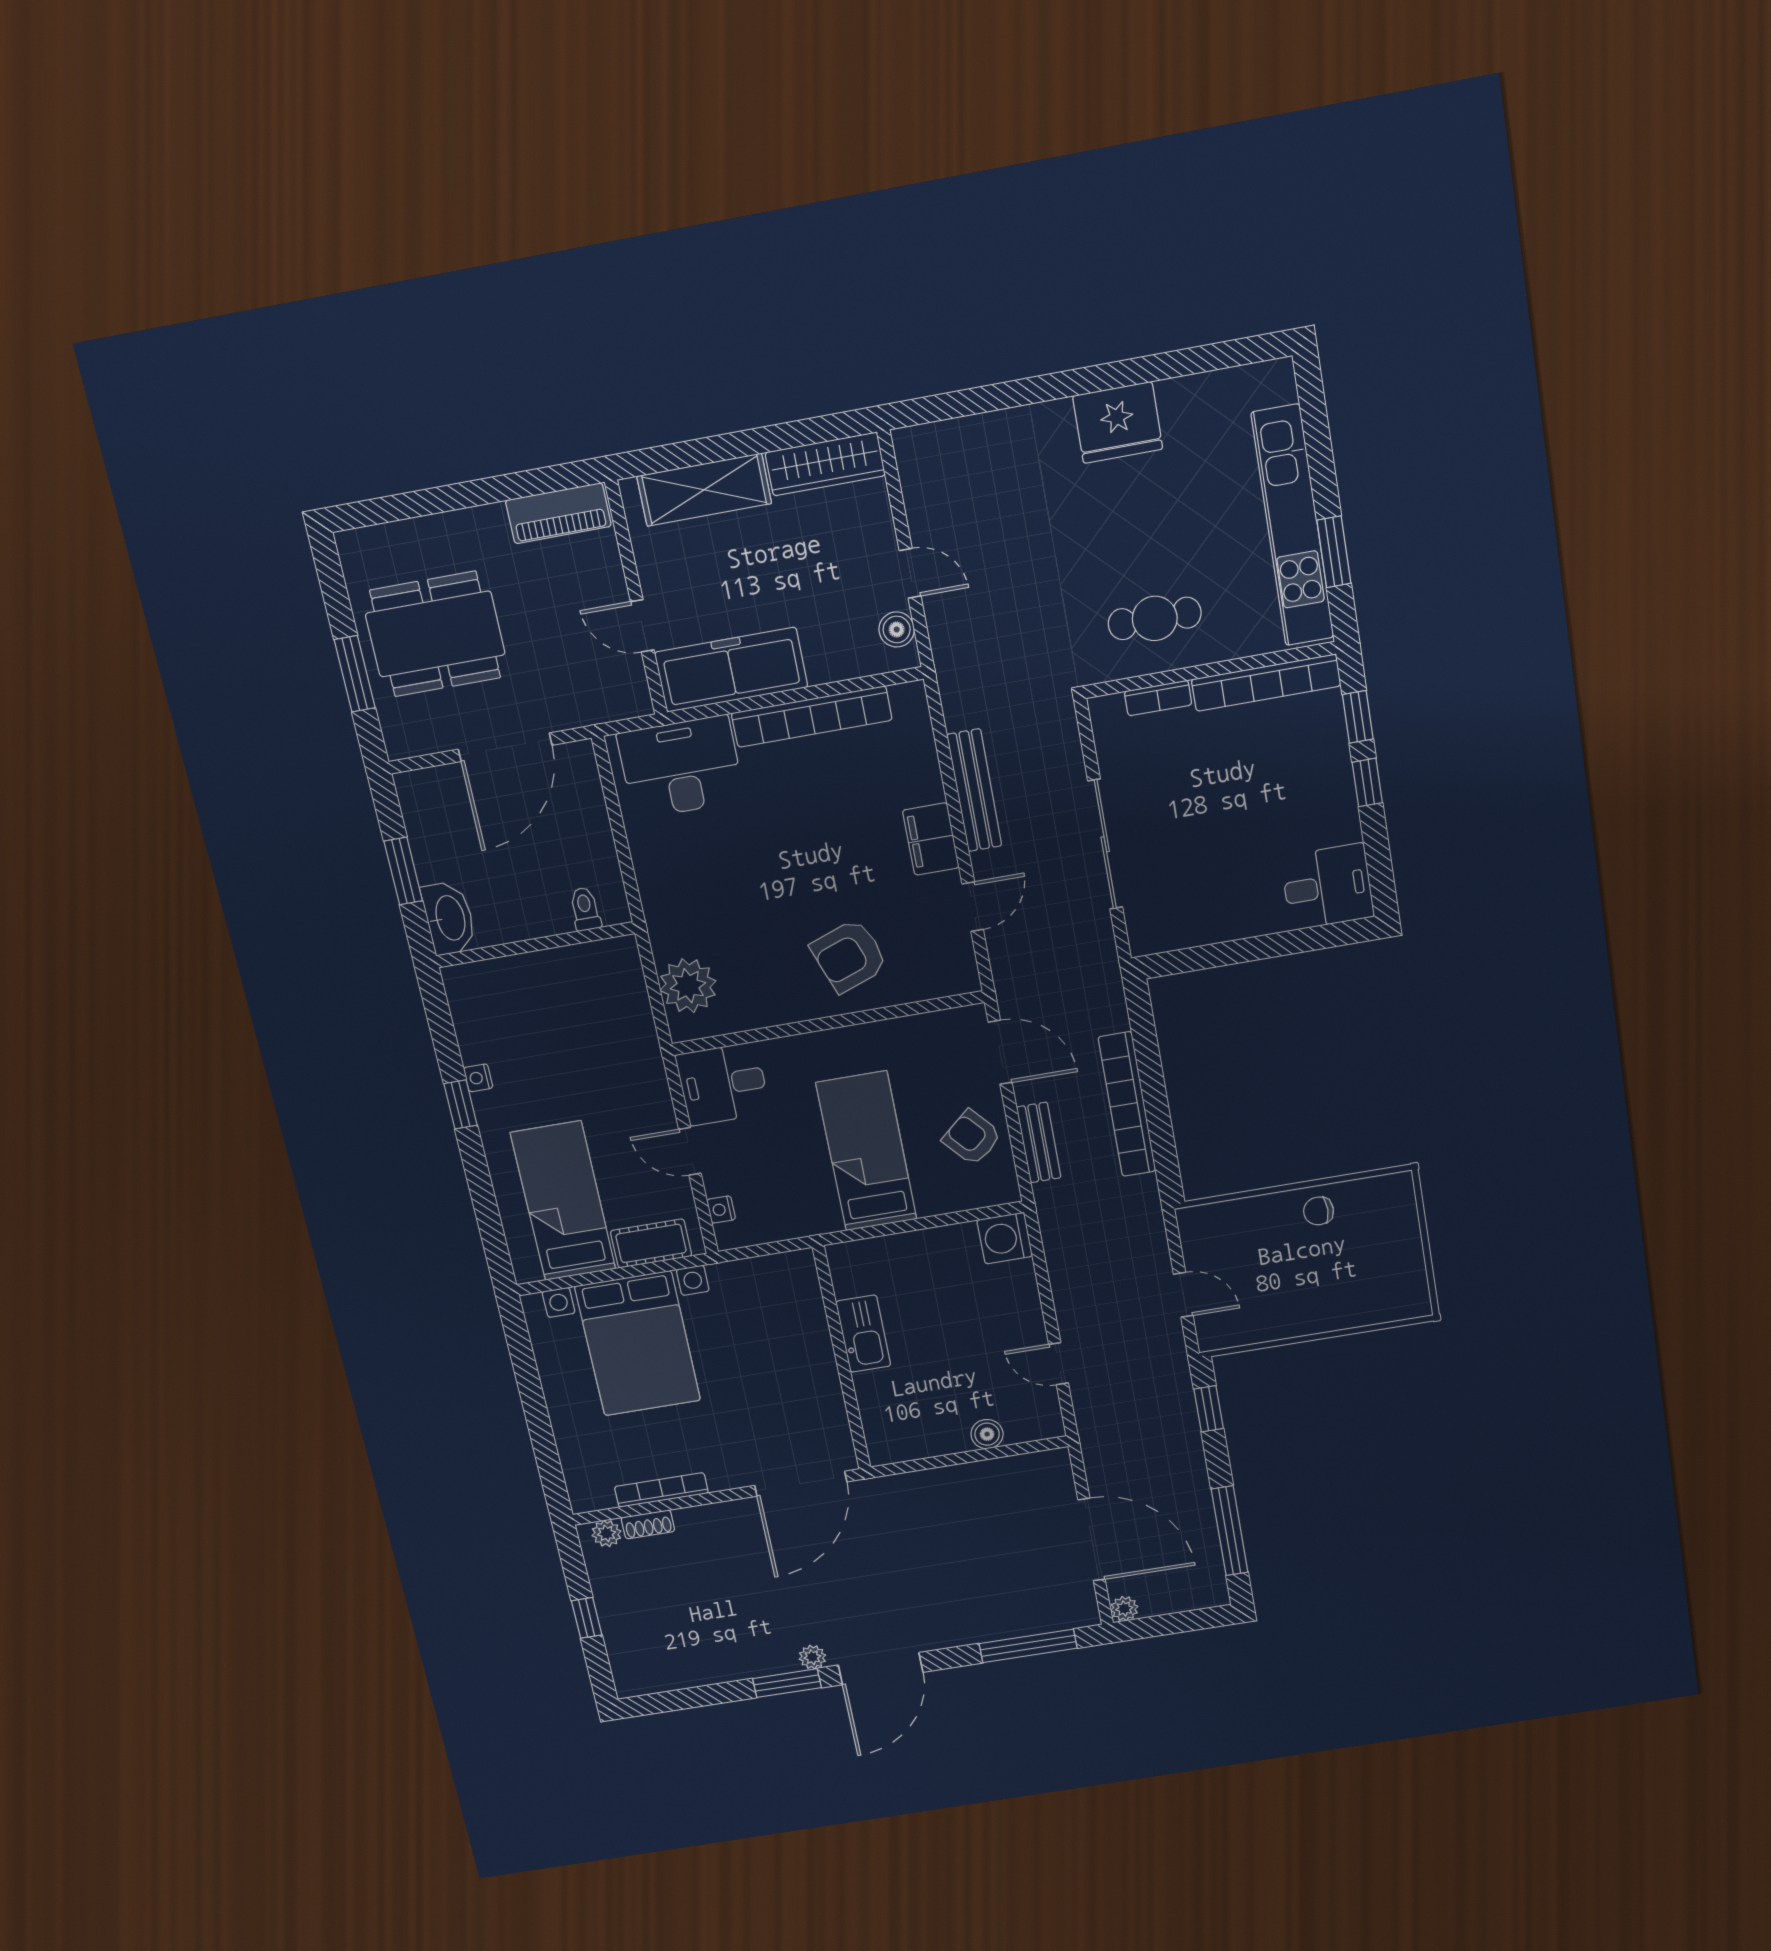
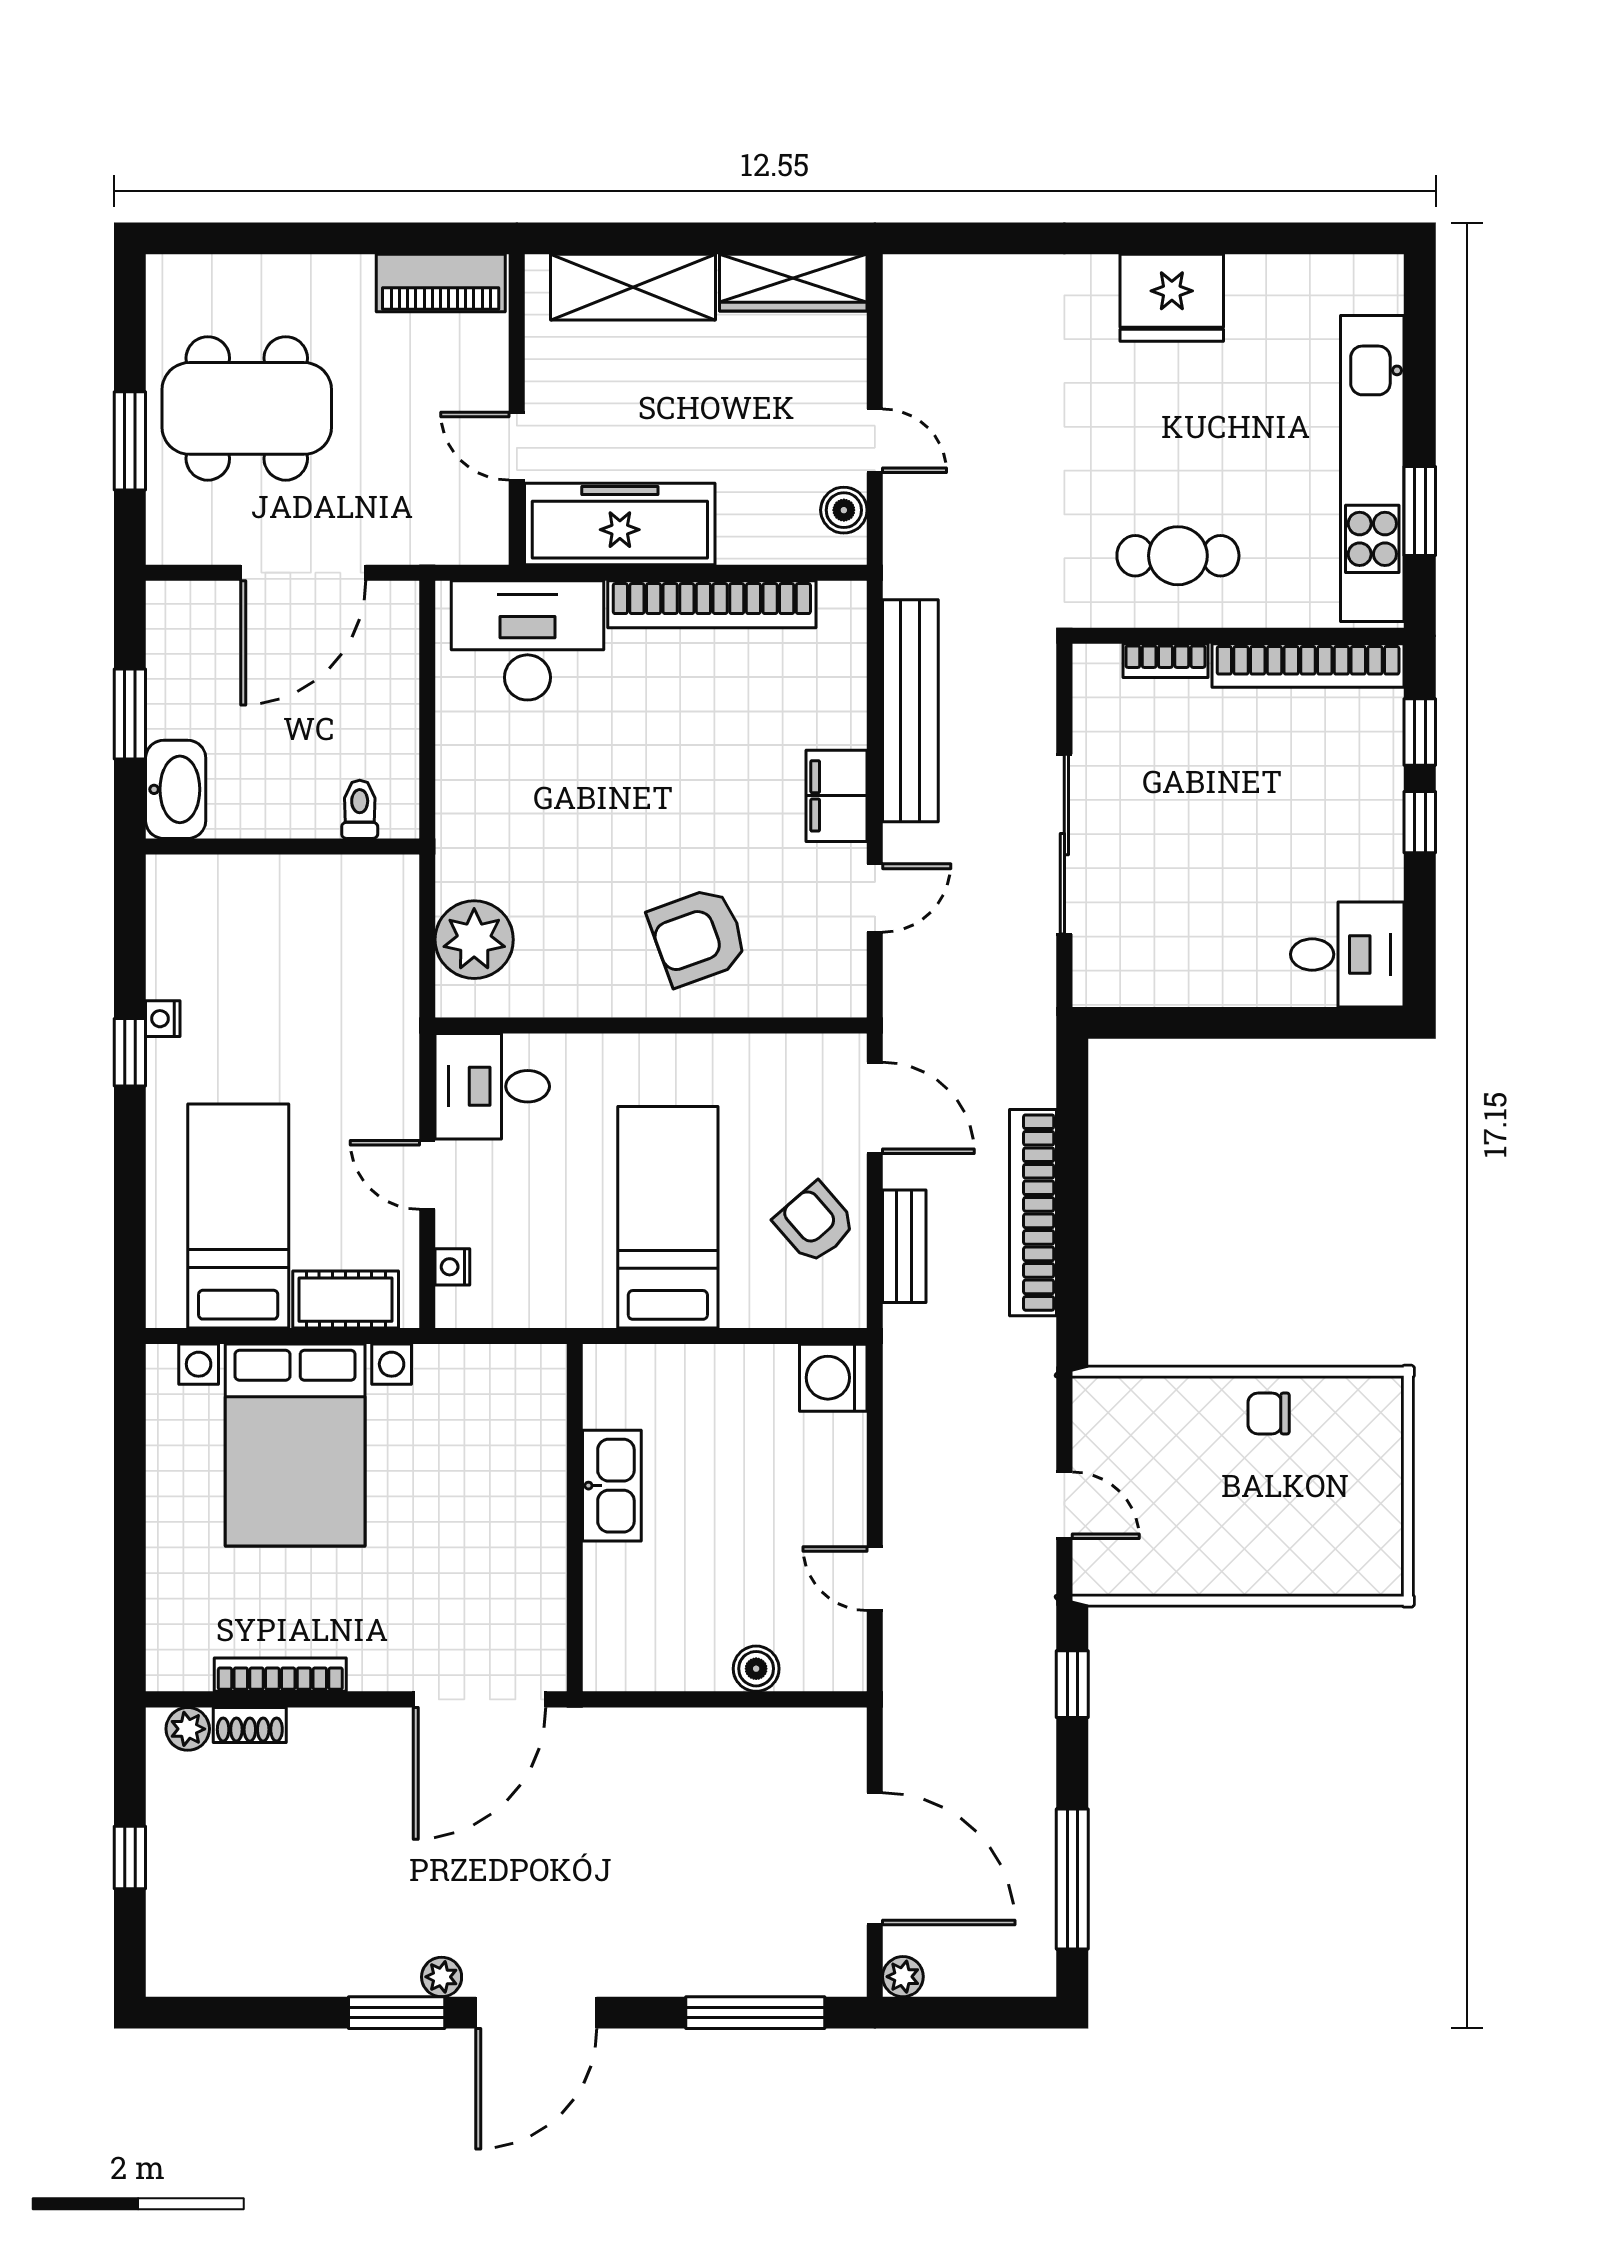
bench: (974, 790) -> (910, 711), width x1.37, depth x1.21

